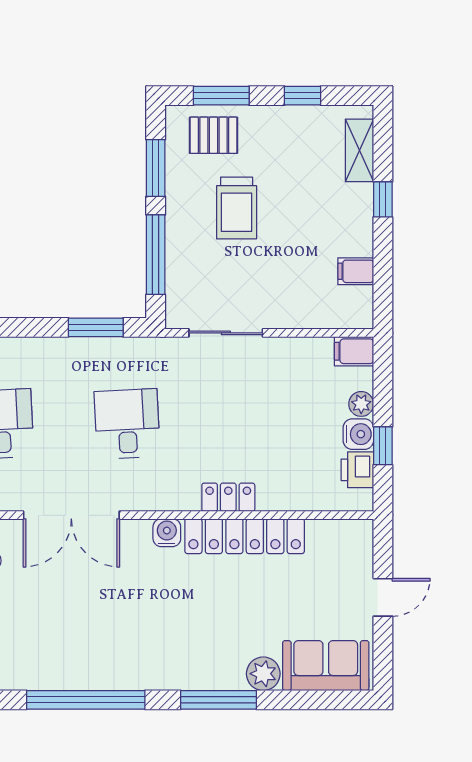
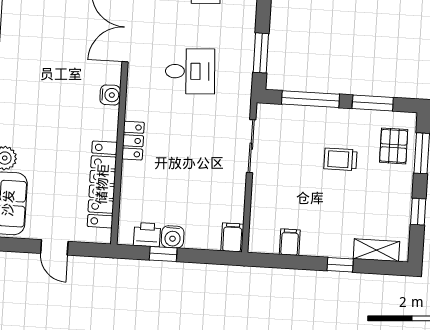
trolley: (237, 208) -> (340, 159), width x0.73, depth x0.72
plant: (361, 404) -> (194, 240), removed
locker: (245, 536) -> (102, 184), moved

